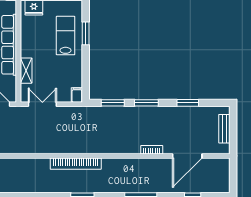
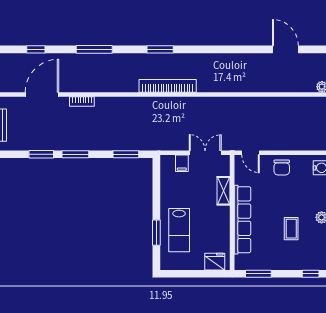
filing cabinet: (77, 95) -> (182, 163), moved
window: (146, 103) -> (75, 154), moved
double door: (42, 104) -> (205, 153), swing flipped

